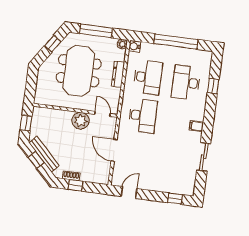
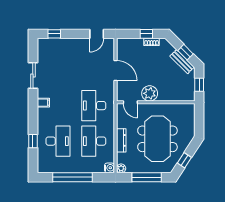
bench: (44, 154) -> (182, 62), width x0.73

